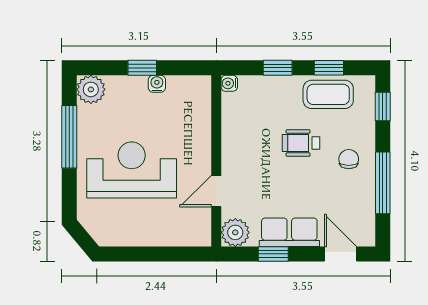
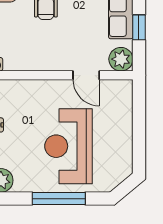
window: (69, 137) -> (59, 199), moved

